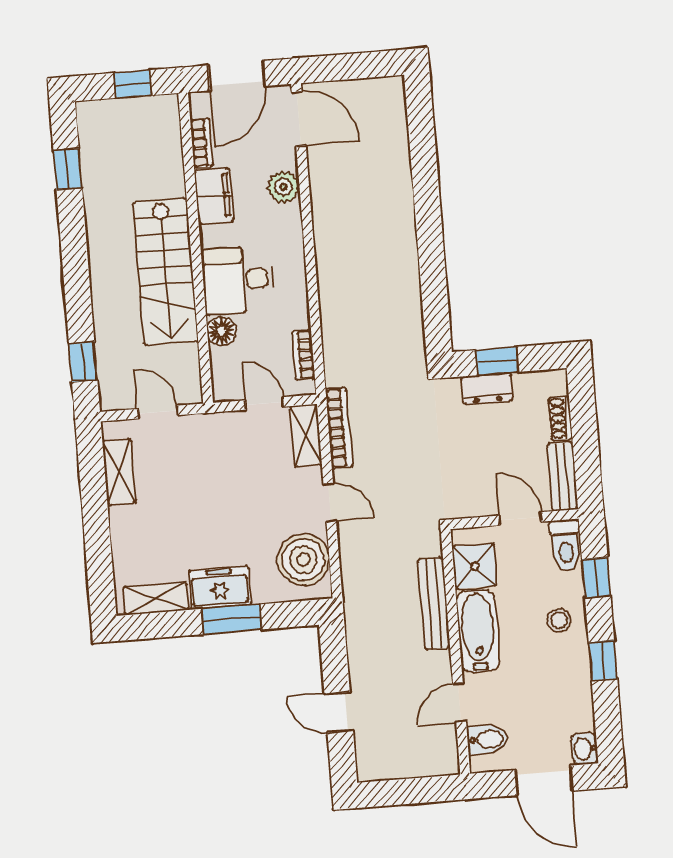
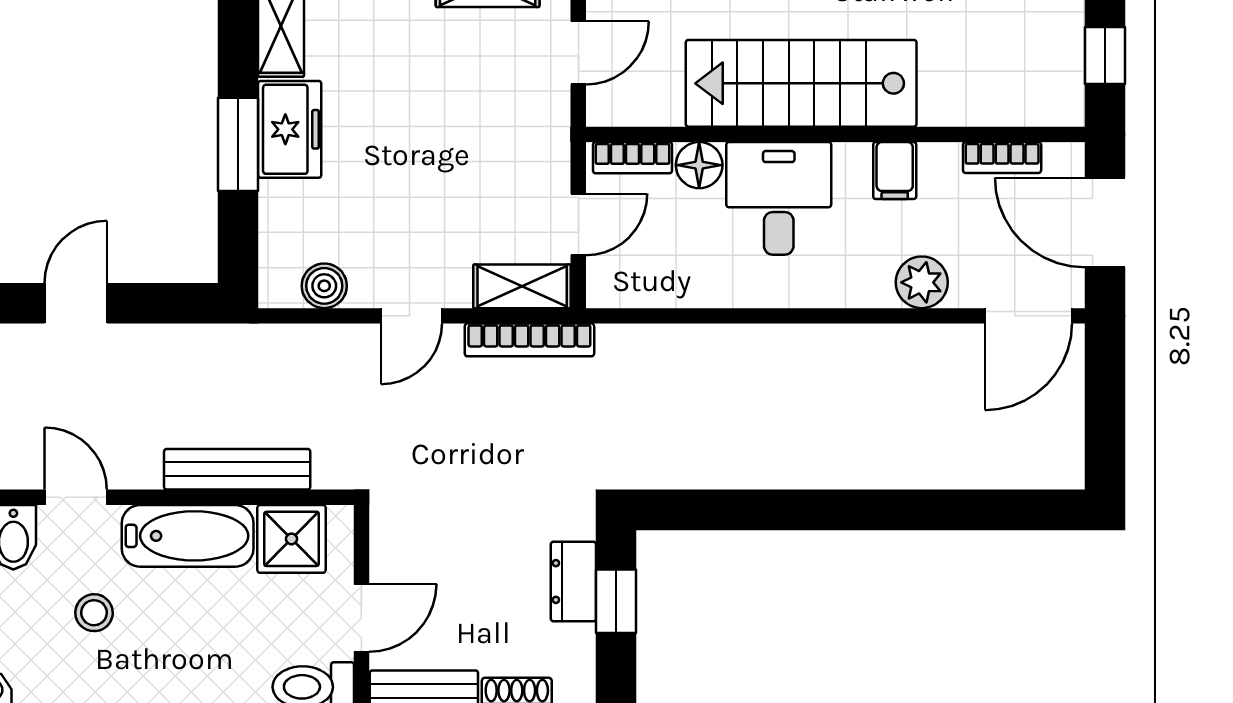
filing cabinet: (214, 196) -> (895, 171), width x0.50
bookcase: (303, 355) -> (633, 158), moved, turned 180
boiler: (303, 559) -> (324, 286), width x0.54, depth x0.54
stool: (559, 620) -> (94, 613), moved

